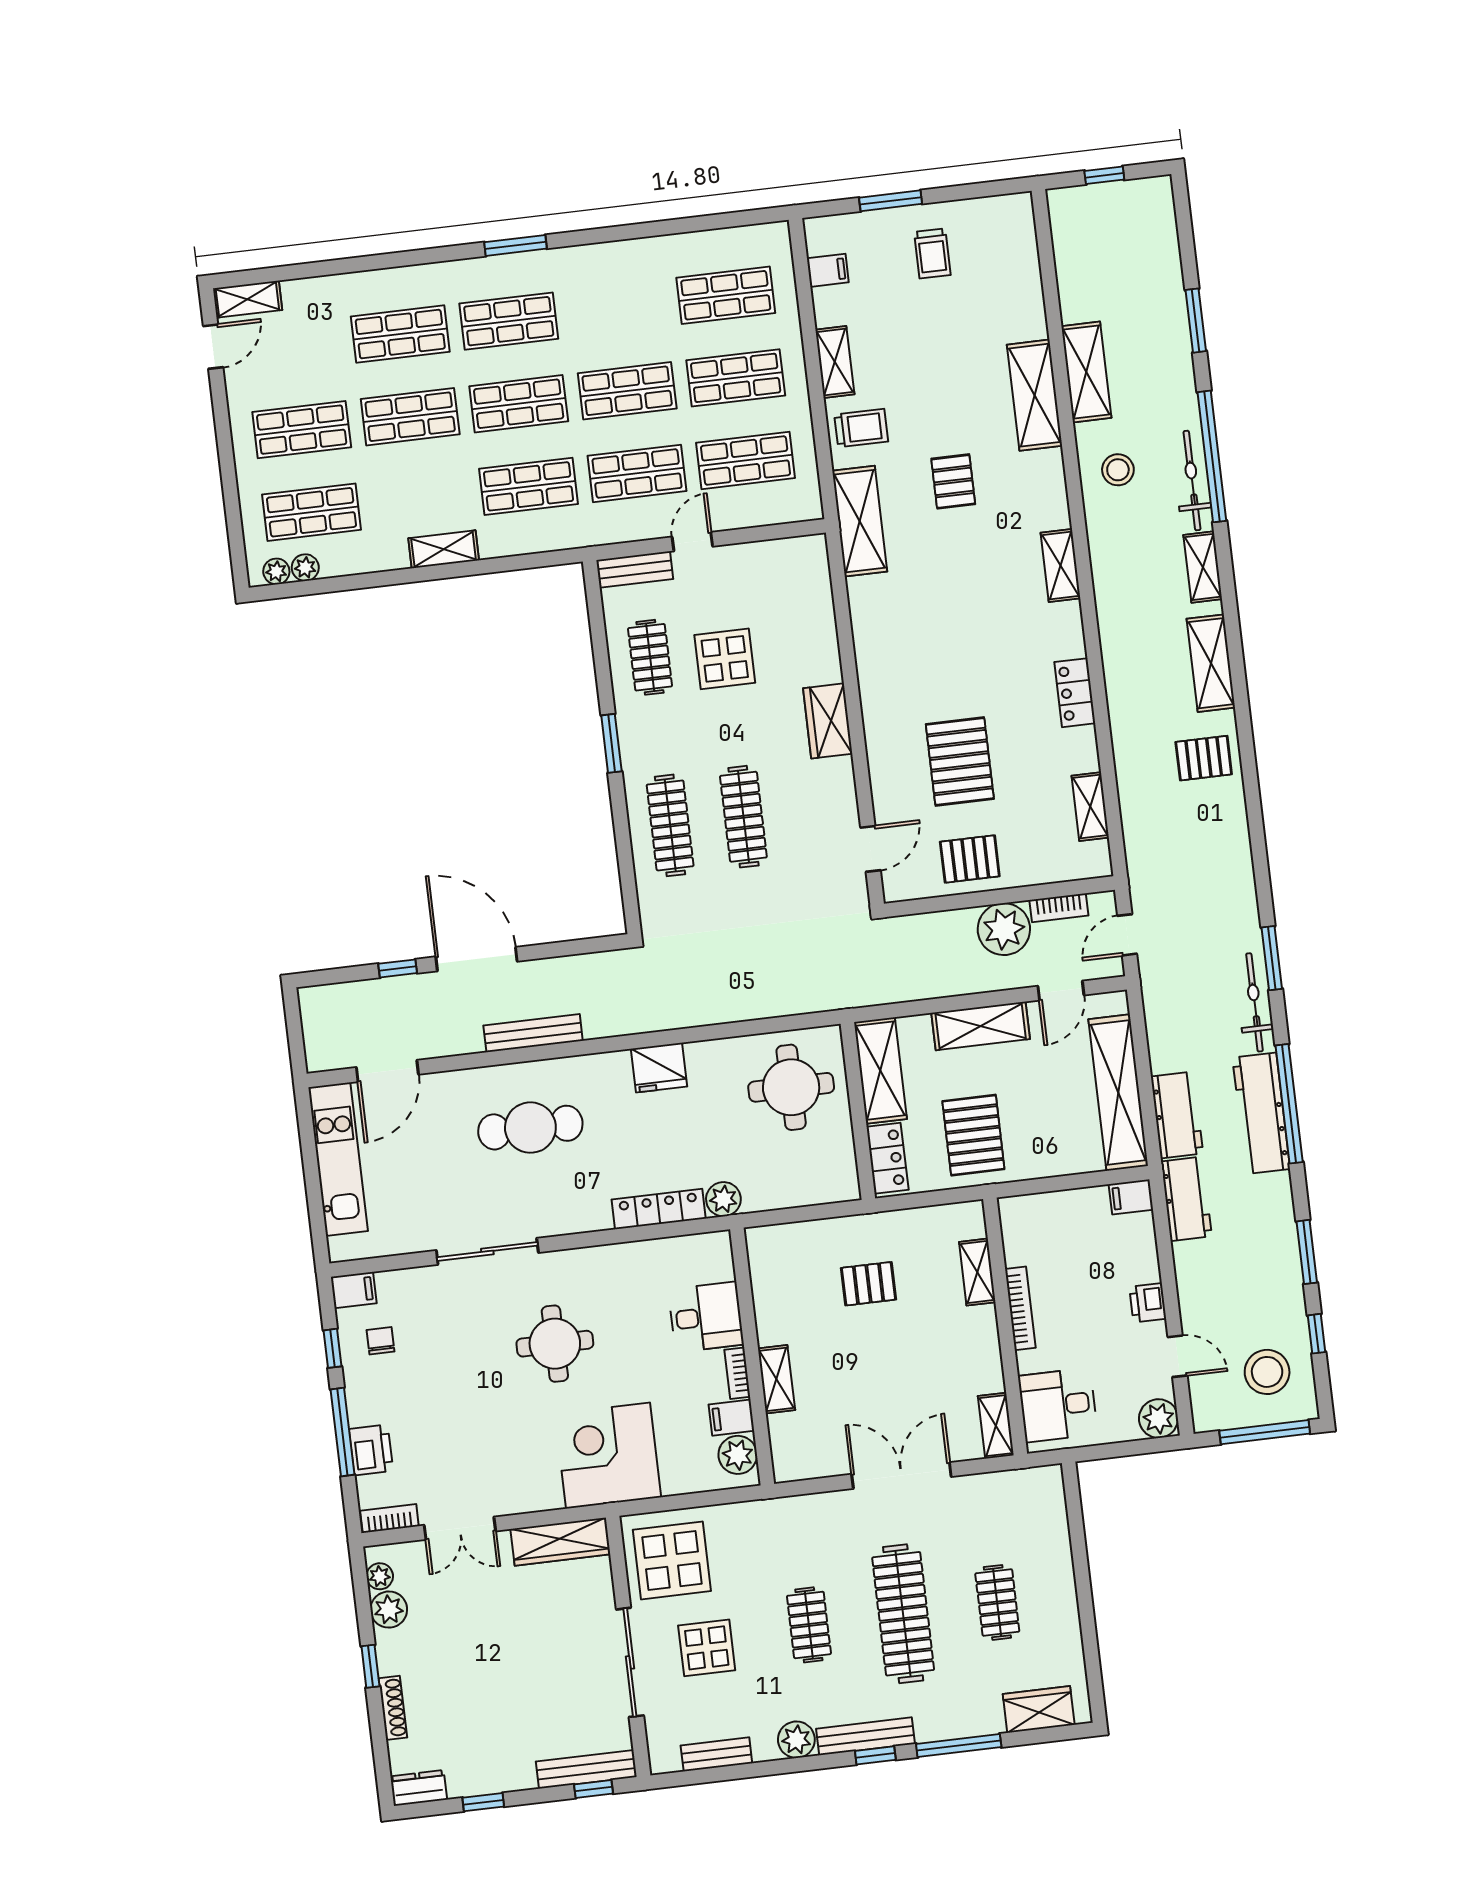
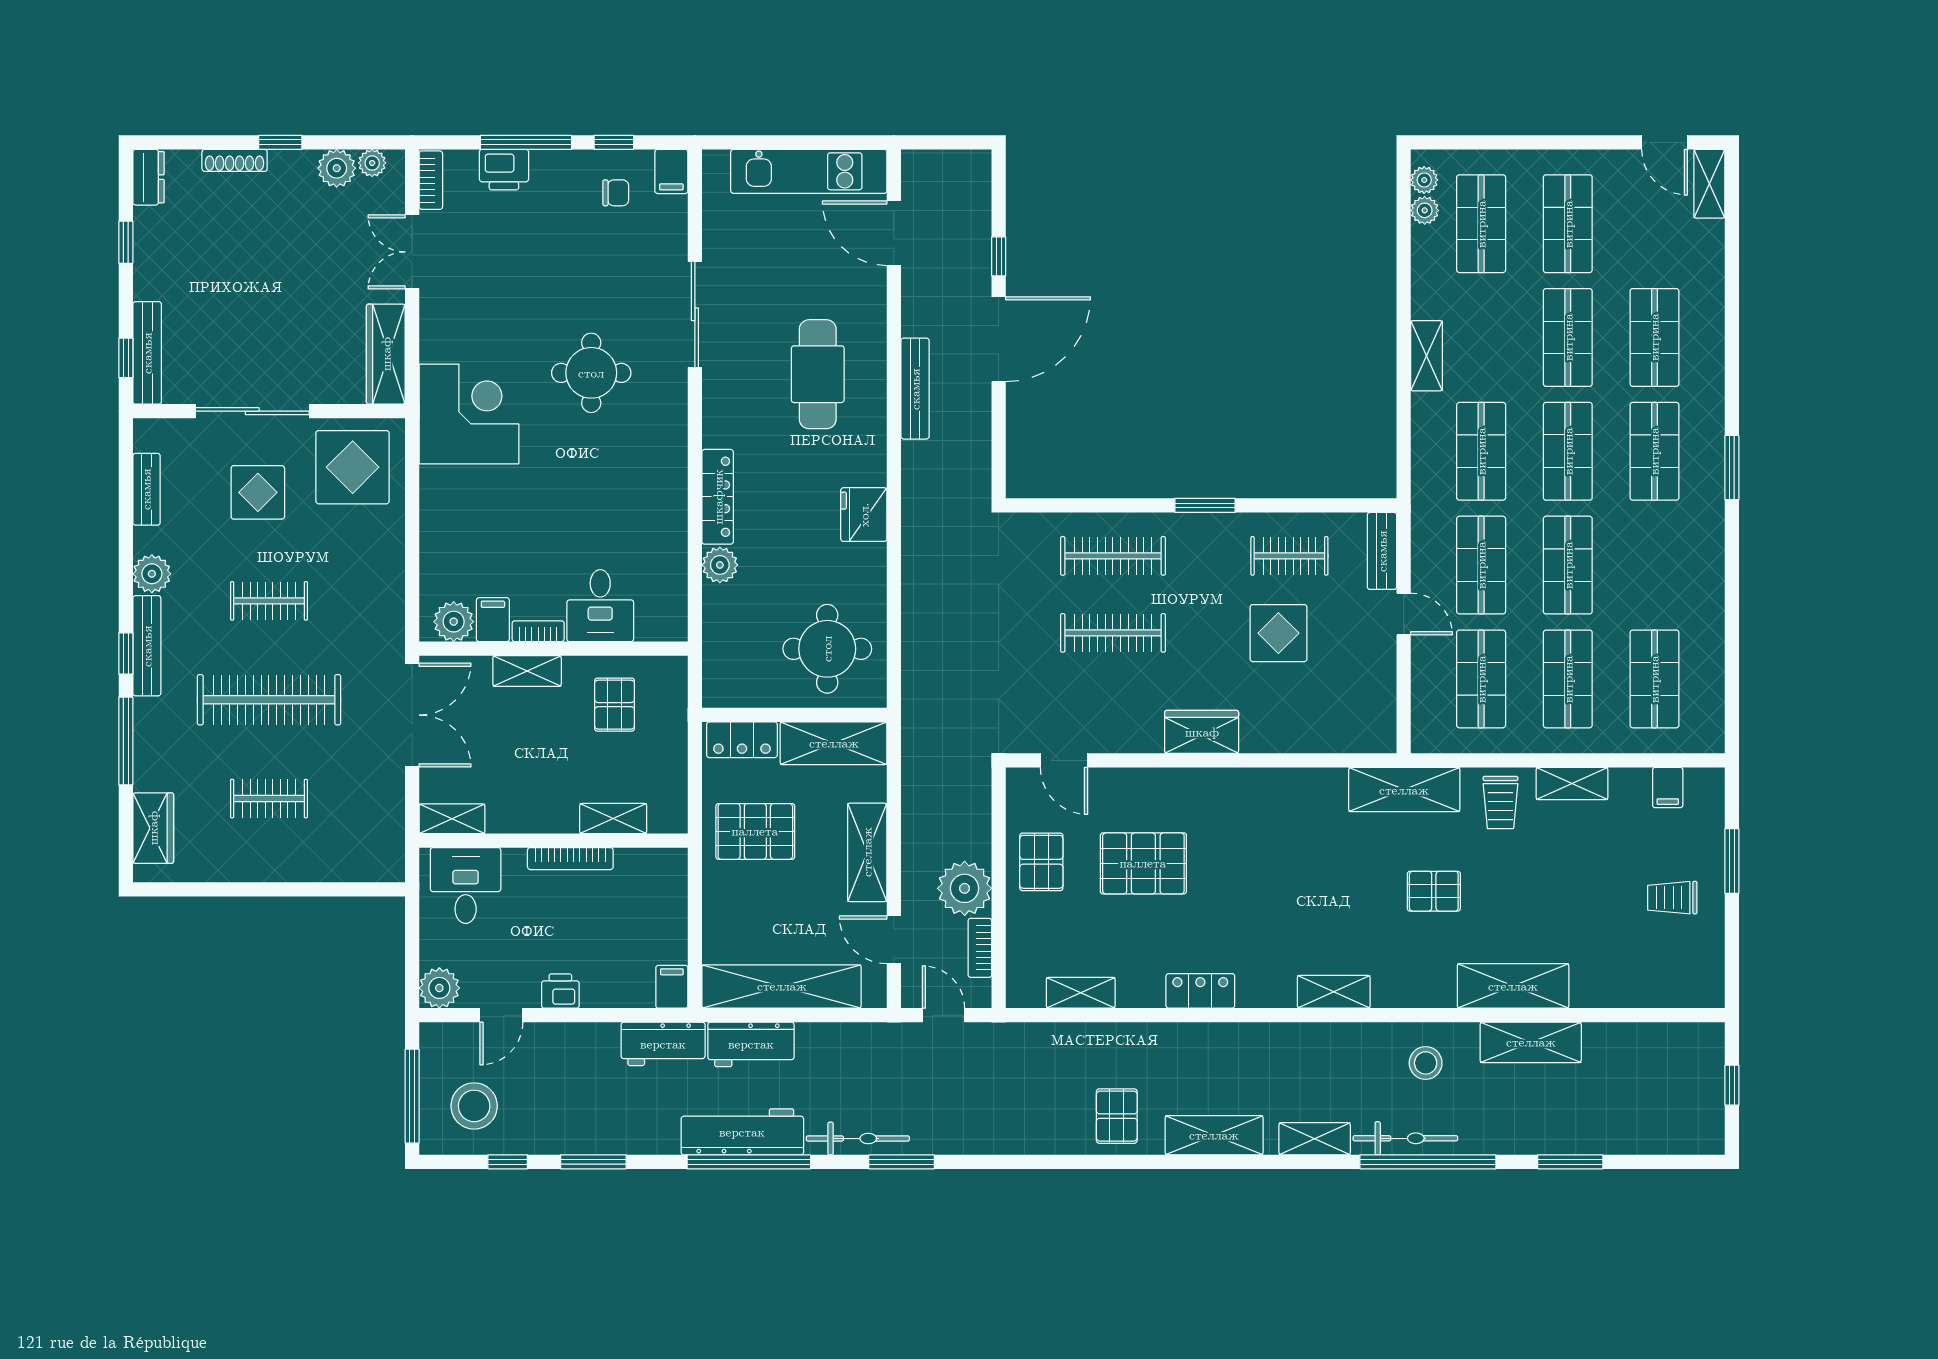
desk: (706, 1317) -> (600, 606), moved
wall: (752, 1357) -> (554, 649), moved
bookcase: (737, 1373) -> (538, 631), moved
shelving: (776, 1379) -> (527, 671), moved
filing cabinet: (731, 1418) -> (493, 620), moved
plant: (738, 1455) -> (454, 622), moved

